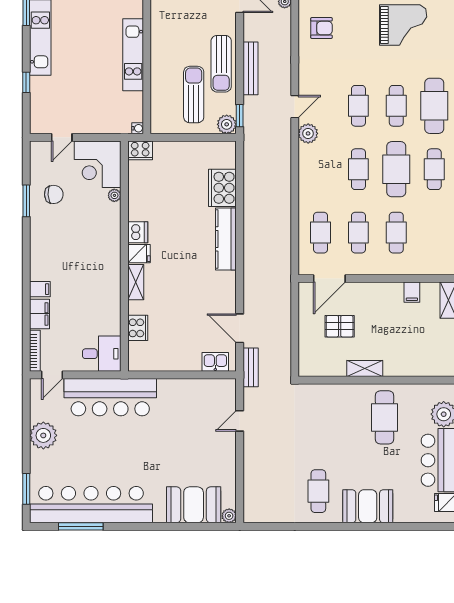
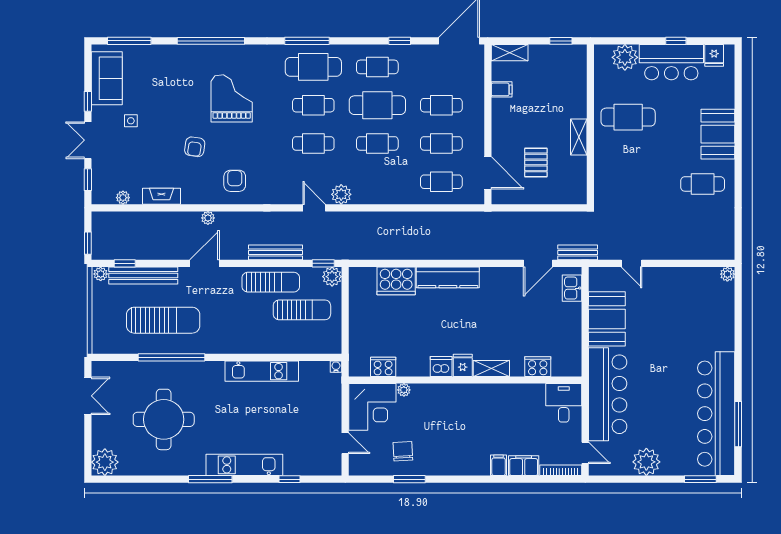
sun lounger: (194, 95) -> (302, 310), turned 180
cooker: (140, 150) -> (383, 367), moved, turned -90
booth: (194, 505) -> (607, 319), moved

